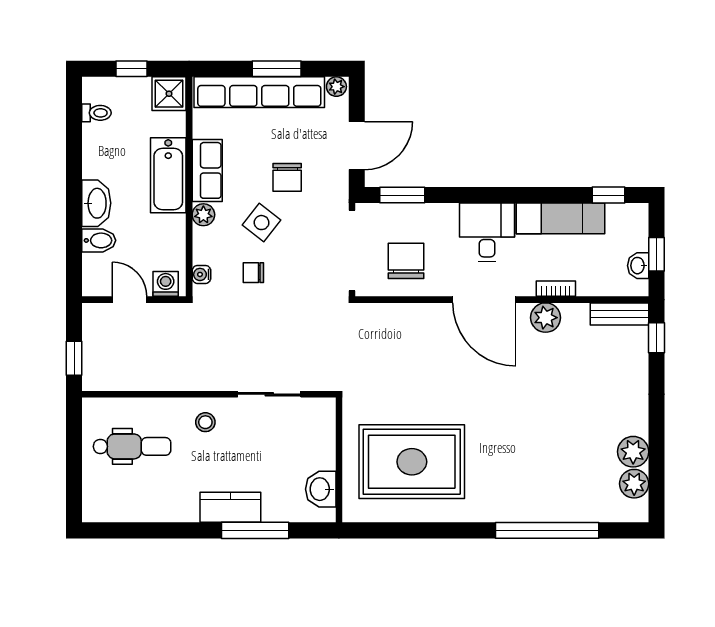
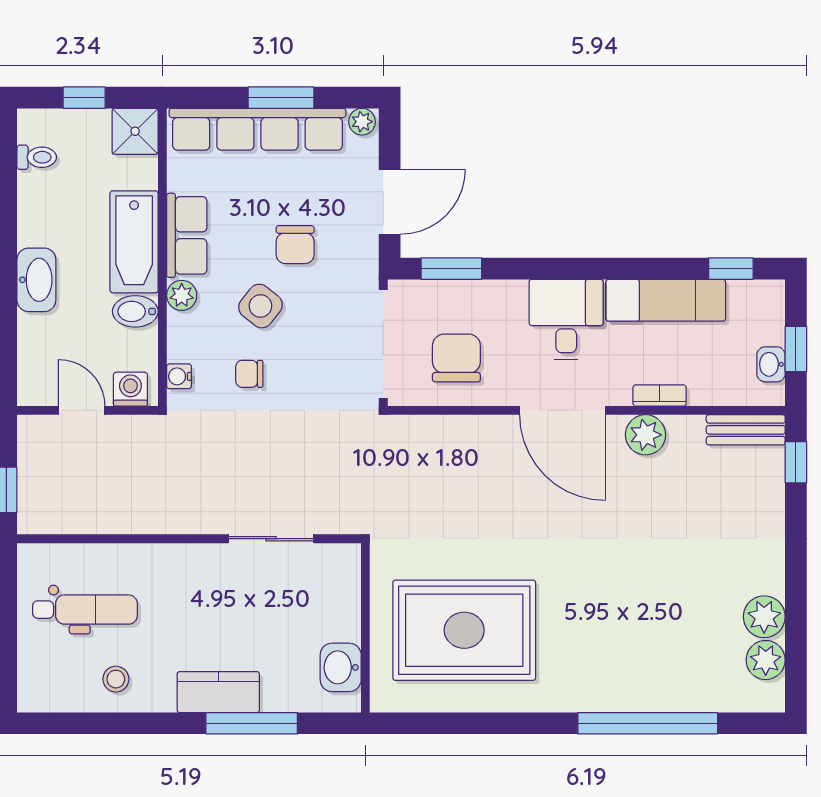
bidet: (99, 240) -> (135, 311), moved, turned 180
stool: (205, 422) -> (116, 679), moved

